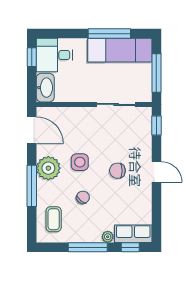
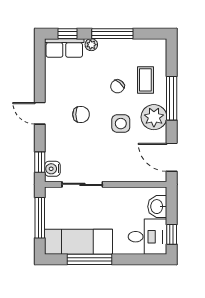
washbasin: (45, 88) -> (157, 207), width x0.72
water cooler: (145, 119) -> (52, 169), added
coffee table: (54, 219) -> (145, 80), moved

